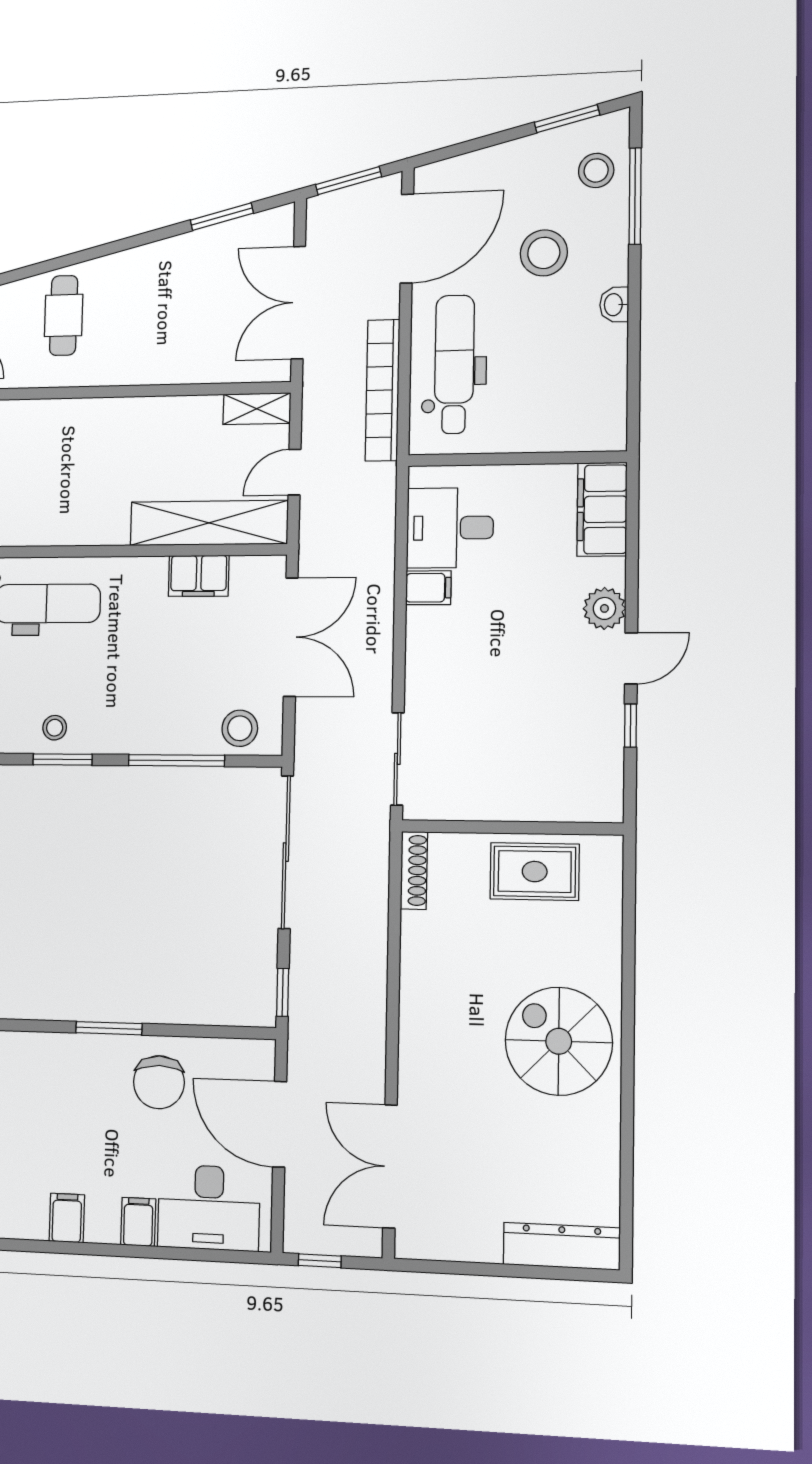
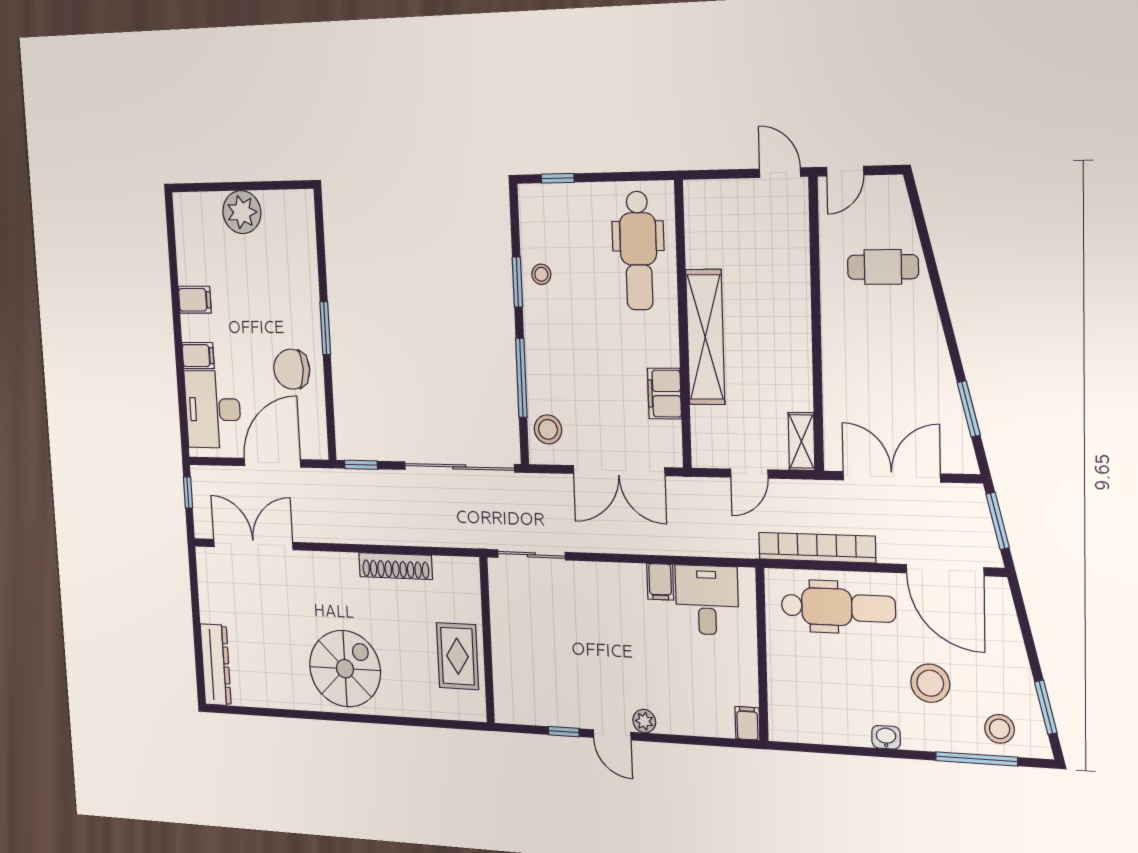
door: (294, 472) -> (749, 474), swing flipped
filing cabinet: (602, 509) -> (747, 723), width x0.33, depth x0.86
shelving: (209, 523) -> (705, 337), moved
plant: (604, 608) -> (644, 721), width x0.73, depth x0.73
shoe rack: (414, 870) -> (396, 566), moved, width x1.36, depth x1.24

